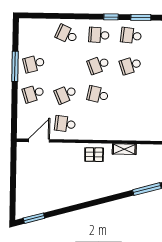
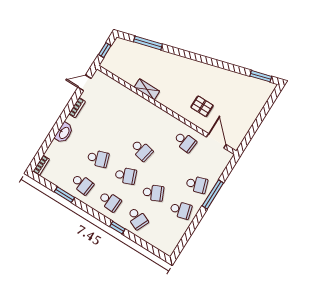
window: (111, 17) -> (117, 228), moved
window: (15, 66) -> (213, 194), moved
school desk: (66, 94) -> (153, 193), moved
door: (39, 141) -> (216, 141), swing flipped
pallet: (94, 155) -> (202, 106), moved

